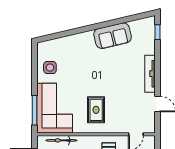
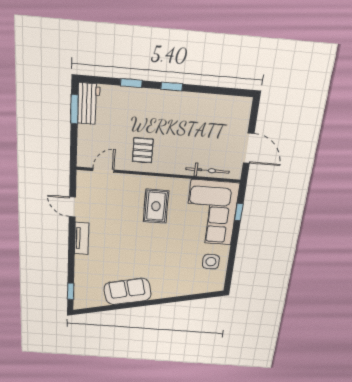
tv unit: (150, 74) -> (82, 238), width x0.71
window: (34, 110) -> (239, 212), width x0.46

